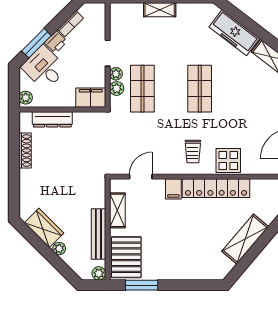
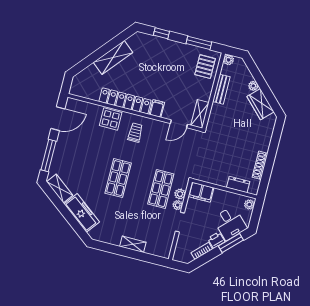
dresser: (52, 119) -> (238, 184), width x0.70
shelving: (117, 210) -> (200, 114), moved
bench: (98, 234) -> (221, 89), width x0.73
pallet: (126, 257) -> (205, 67), width x0.67, depth x0.71
window: (192, 285) -> (161, 33), added

